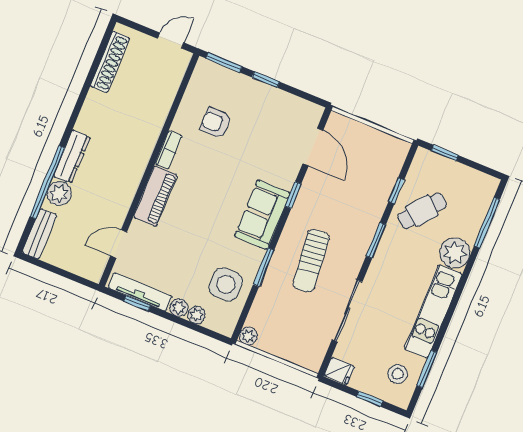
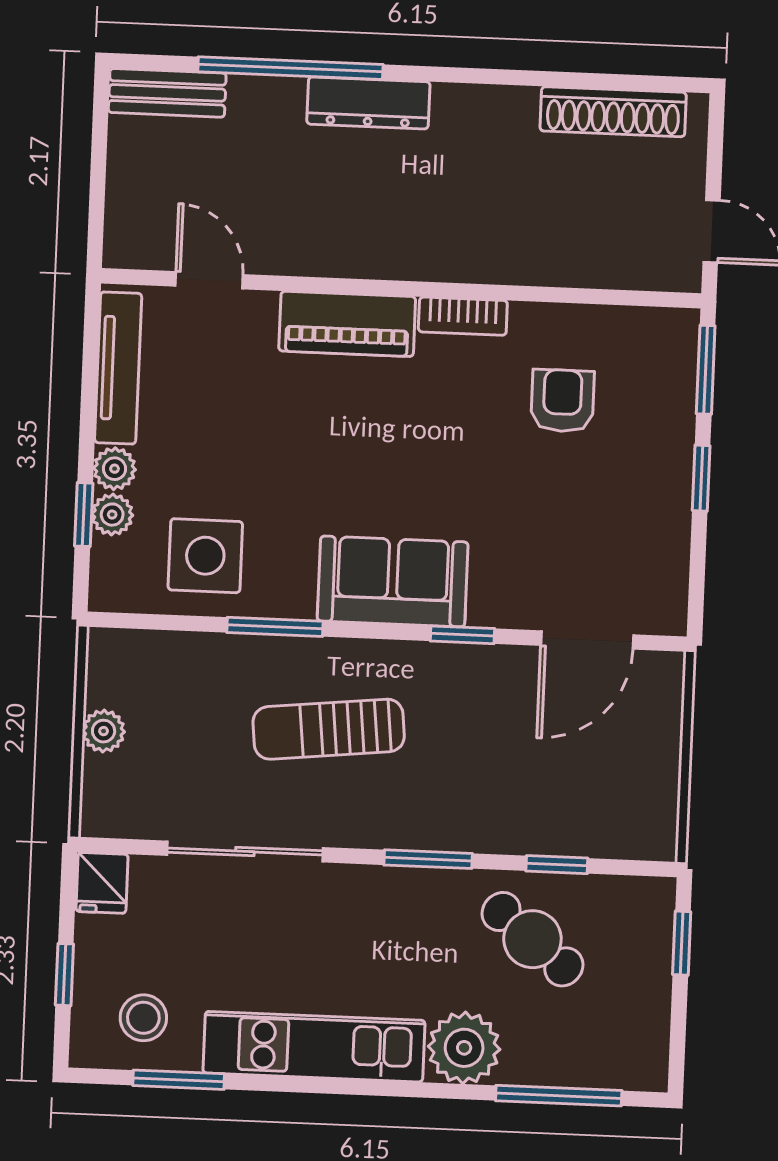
plant: (59, 193) -> (274, 104), removed
window: (137, 303) -> (84, 515), moved
plant: (248, 336) -> (104, 731), moved

